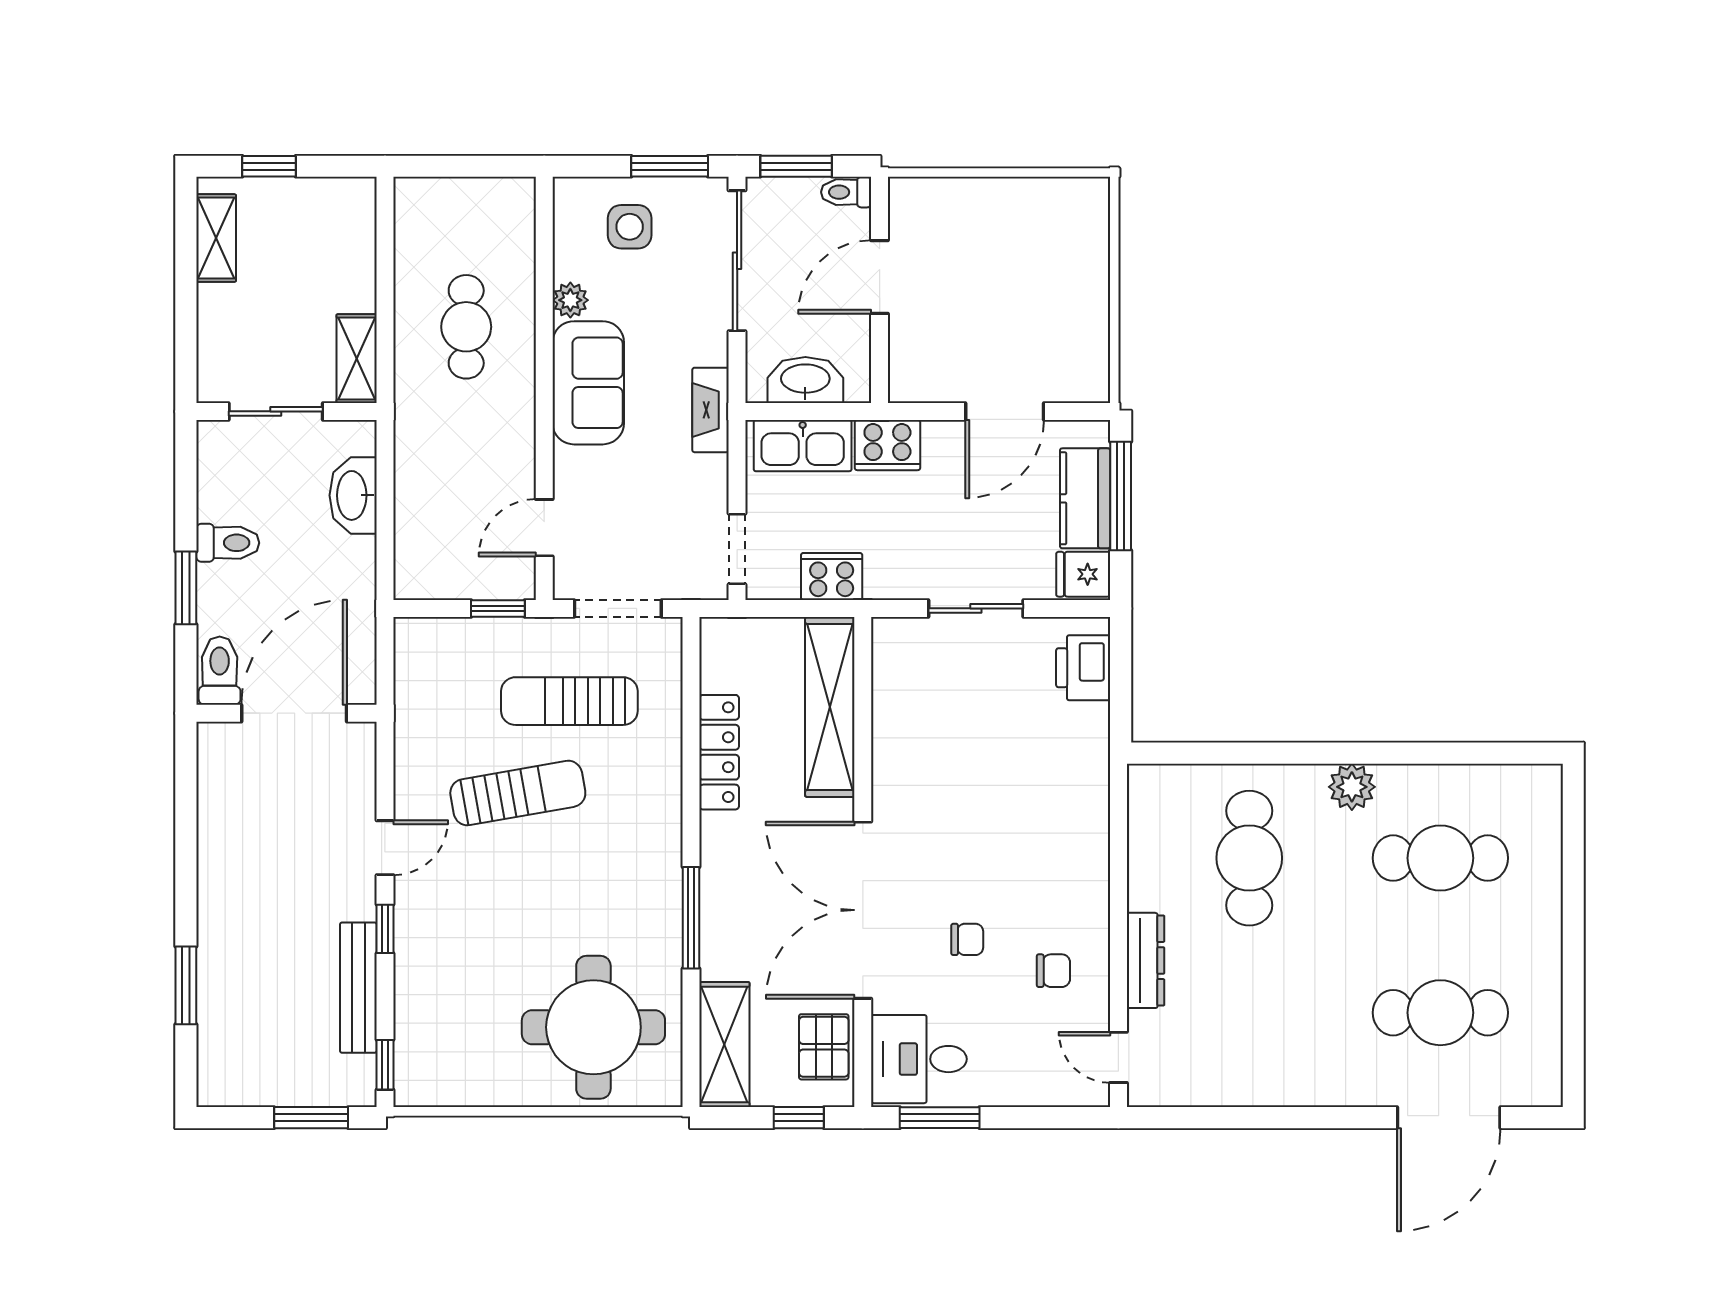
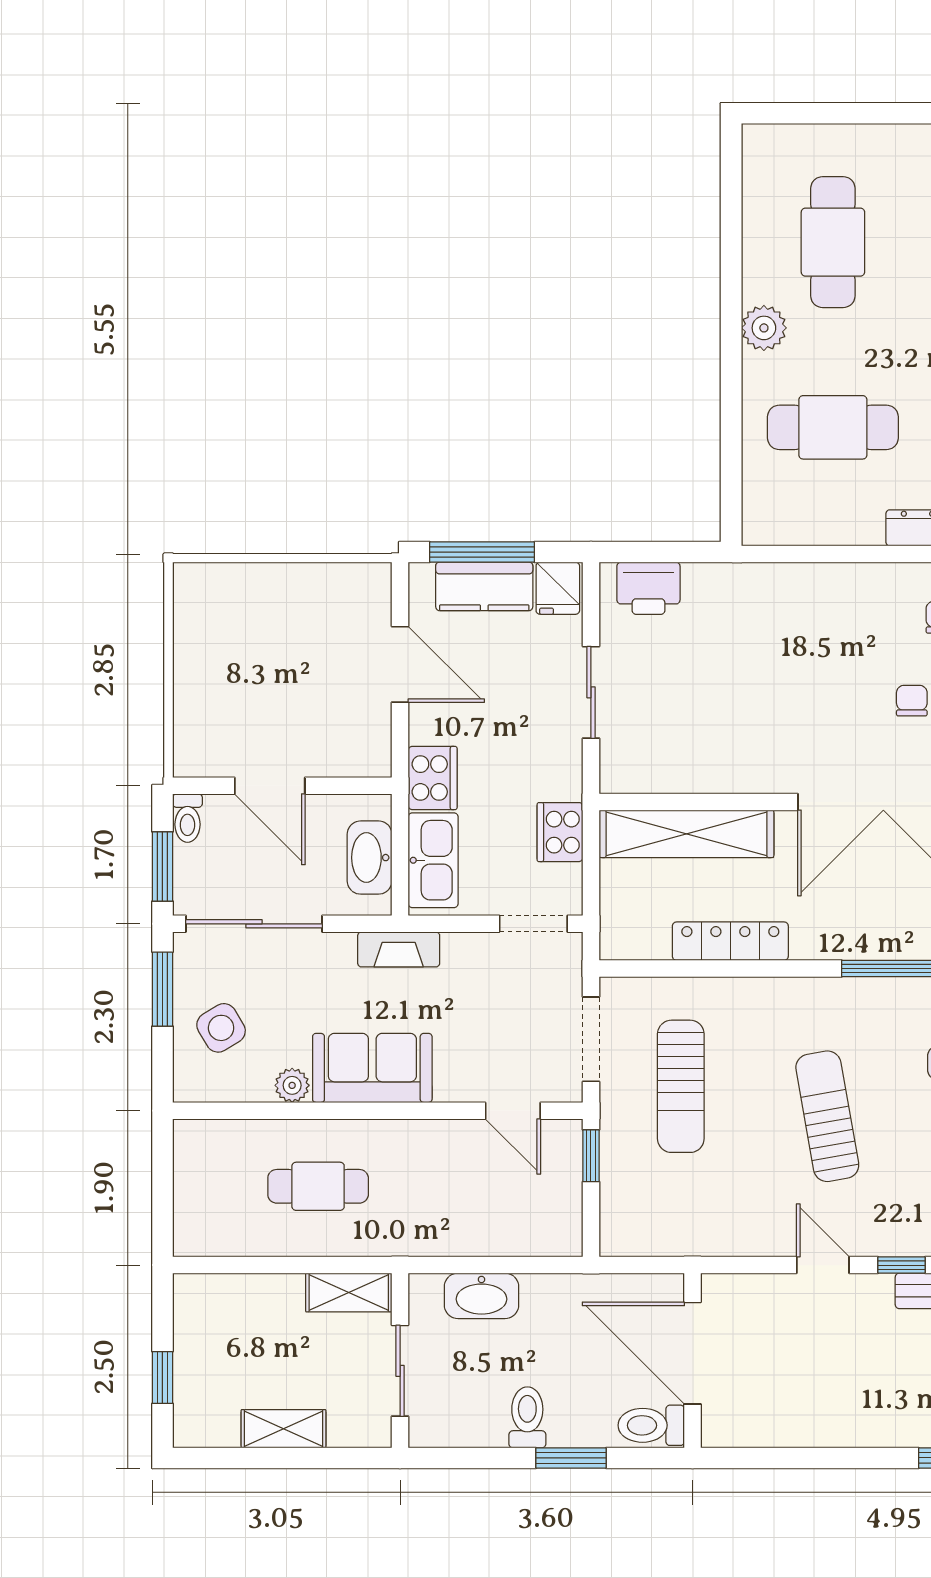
side table: (630, 227) -> (221, 1028), turned -31
shelving: (216, 238) -> (283, 1429), moved
sun lounger: (518, 793) -> (827, 1116), moved

